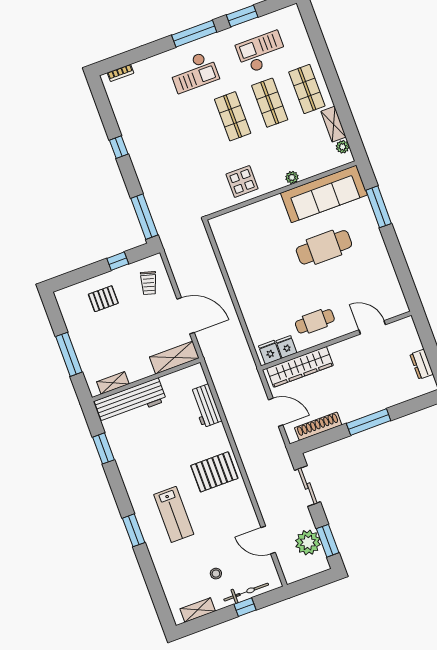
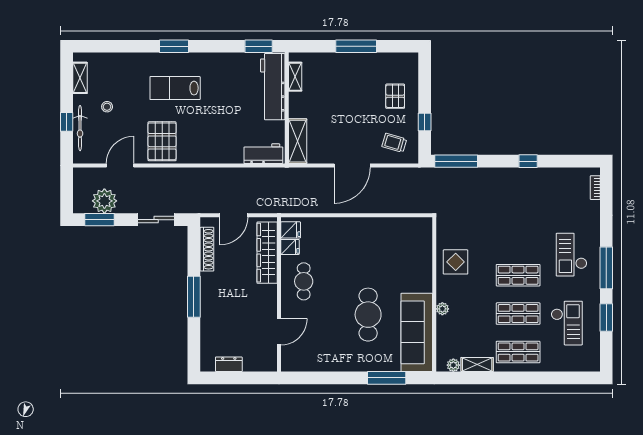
shelving: (174, 358) -> (298, 141), moved
wall: (146, 380) -> (287, 108), moved
shelving: (113, 383) -> (295, 77), moved
workbench: (130, 401) -> (273, 87), moved
pallet: (214, 472) -> (162, 141), moved

